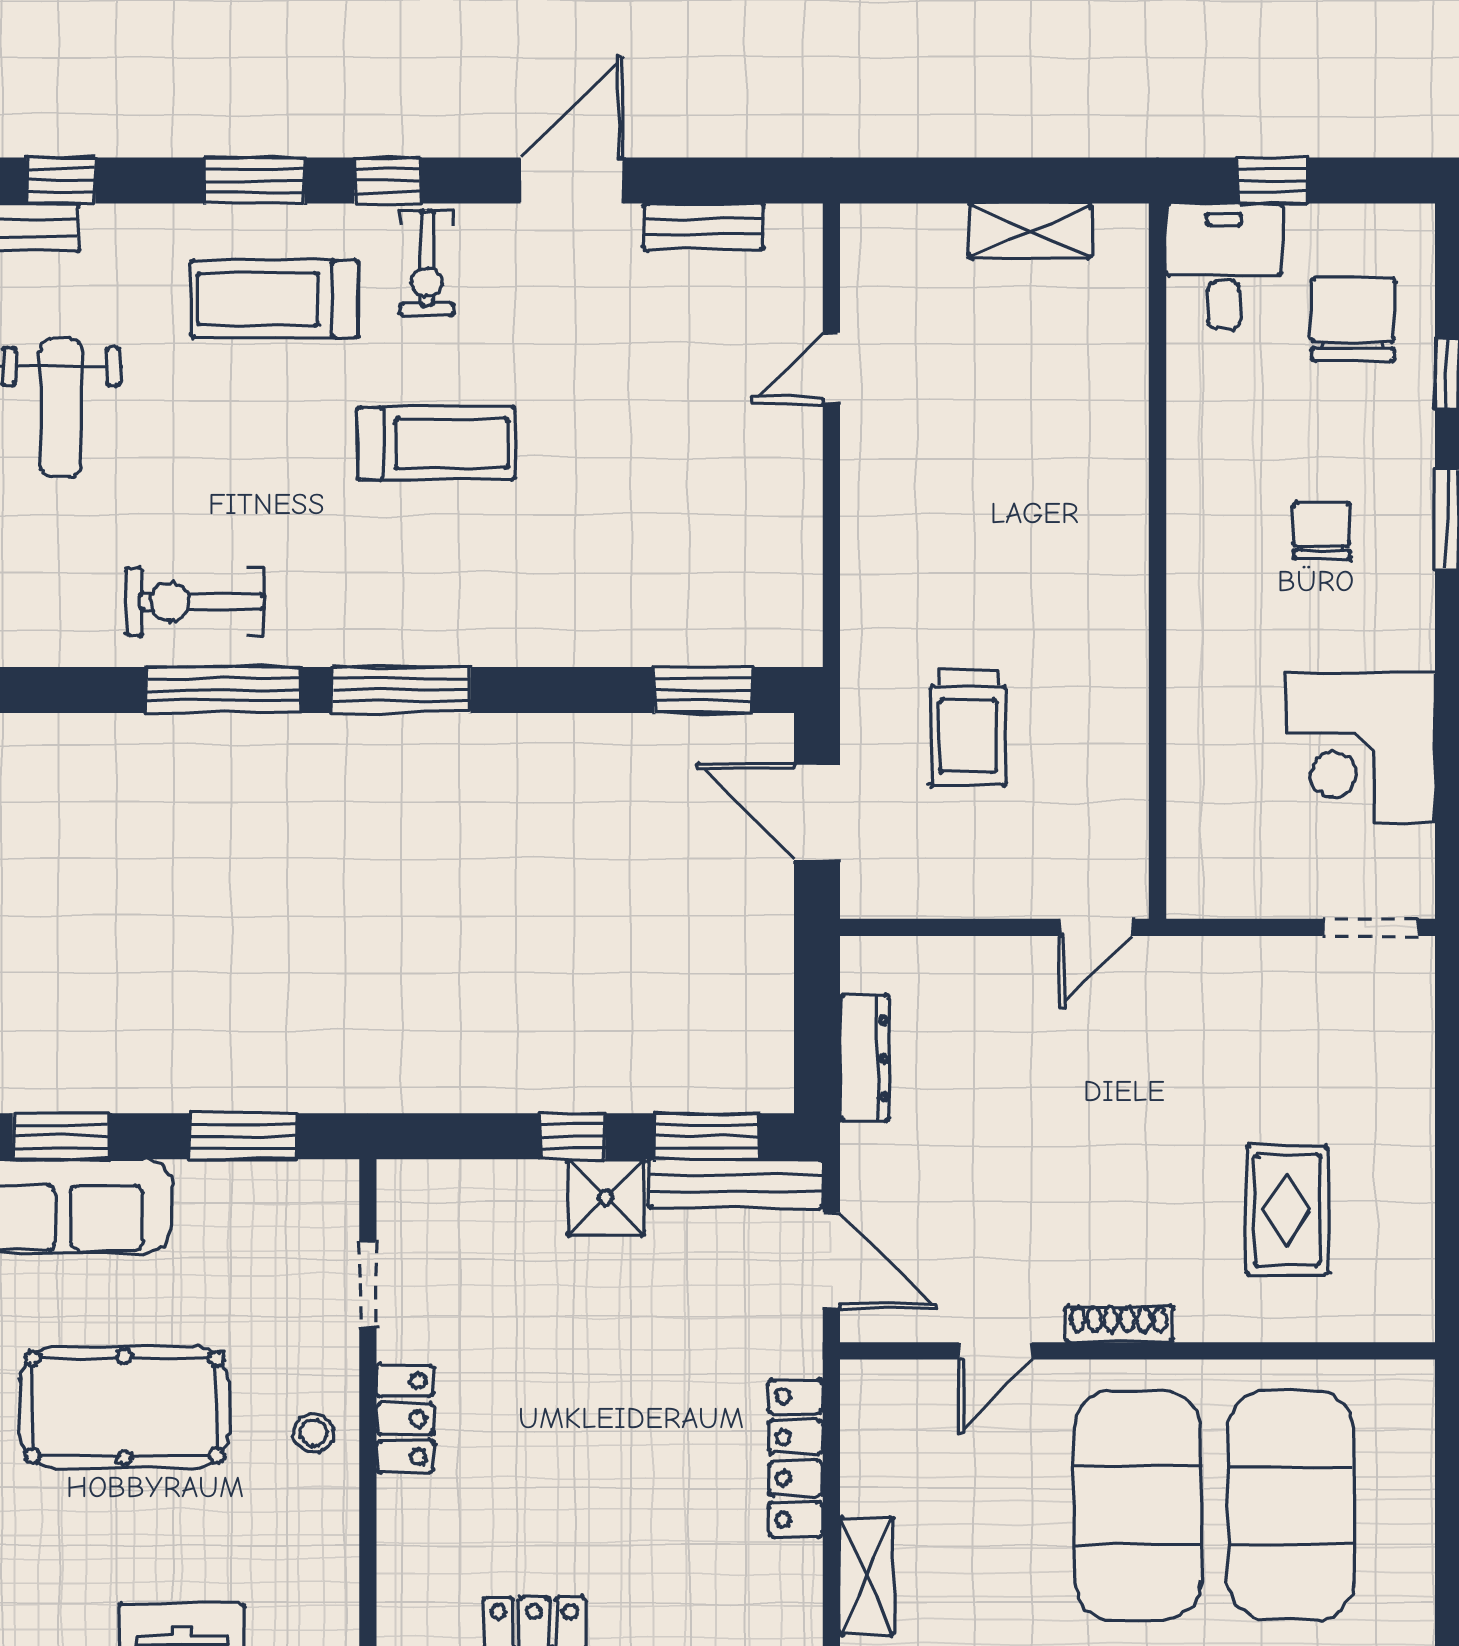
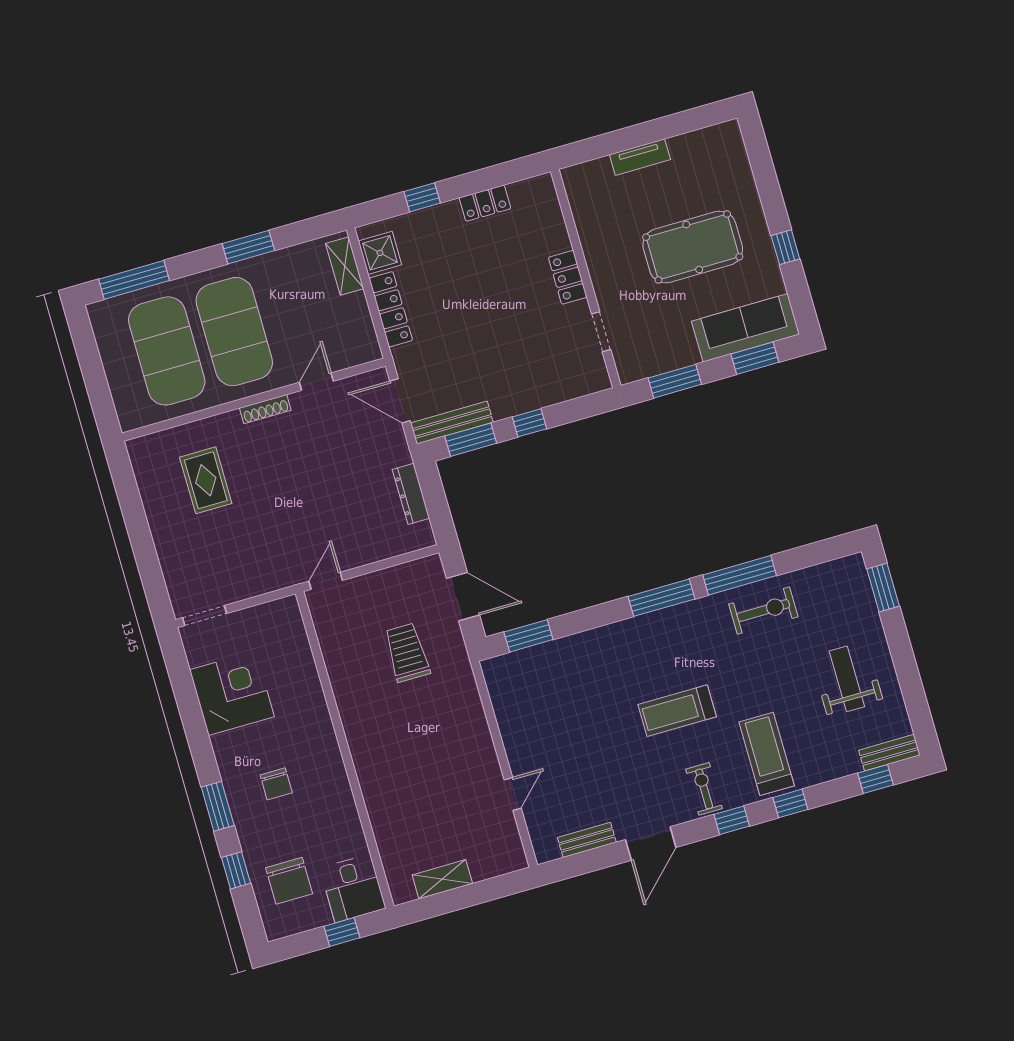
window: (254, 181) -> (790, 803), width x0.67
treadmill: (275, 299) -> (767, 754), turned -90
shower: (606, 1198) -> (380, 253), moved
stool: (314, 1433) -> (606, 259), removed

